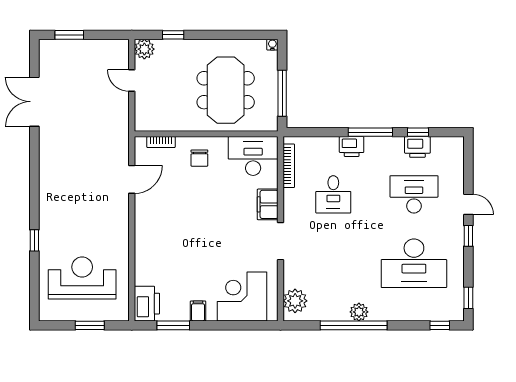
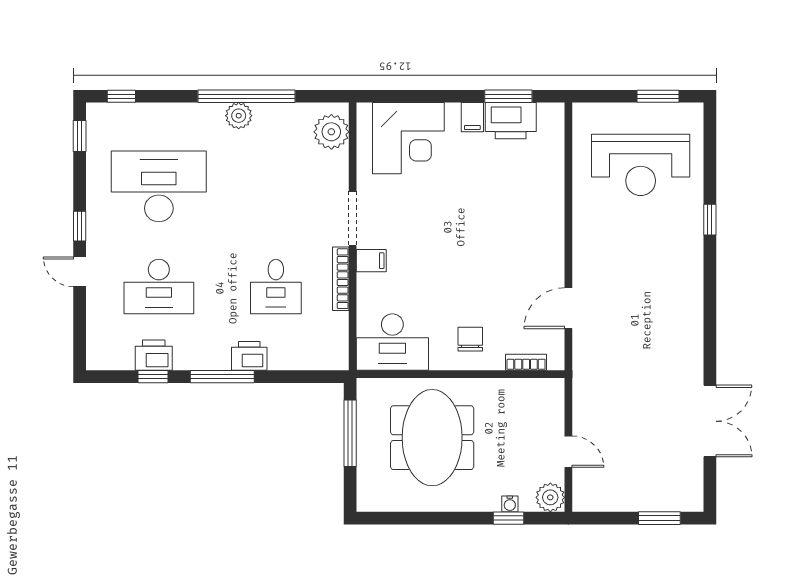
water cooler: (272, 45) -> (510, 504), moved
bookcase: (289, 166) -> (341, 279), moved
desk: (333, 194) -> (276, 286), turned 180
filing cabinet: (268, 204) -> (371, 261), width x0.50
printer: (147, 304) -> (511, 121), moved, turned -90
window: (90, 325) -> (658, 96), moved

